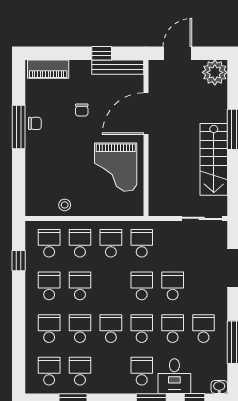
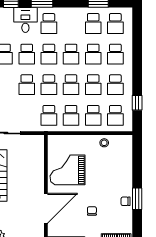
window: (19, 127) -> (137, 199), width x0.69
grand piano: (116, 167) -> (68, 170), turned -90
school desk: (111, 286) -> (71, 85), added

